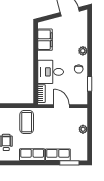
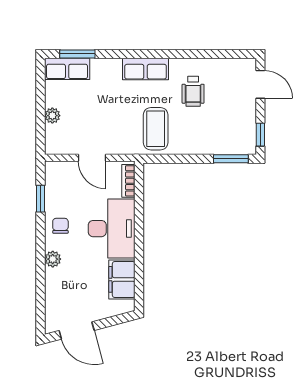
desk: (51, 72) -> (112, 229), width x1.37
row of seats: (58, 155) -> (67, 69), moved

